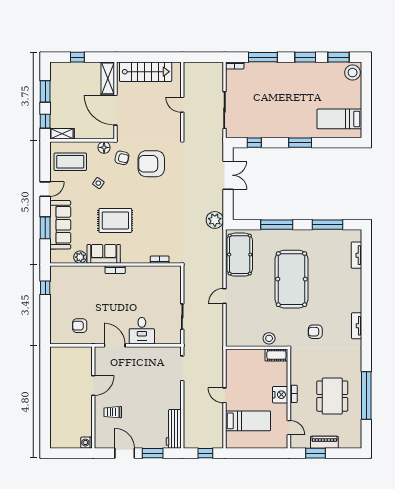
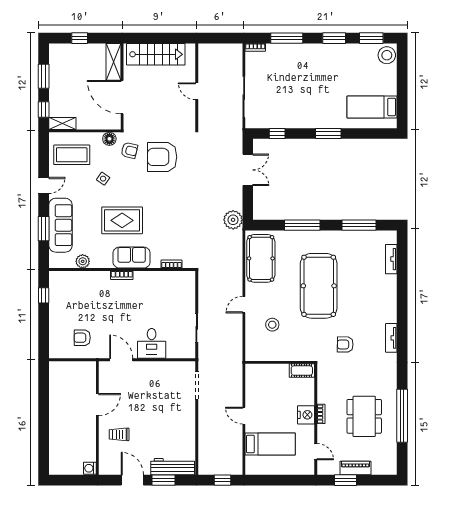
sofa: (104, 254) -> (132, 258), moved
stool: (269, 338) -> (272, 325), moved
workbench: (174, 429) -> (173, 467), moved, turned 90

